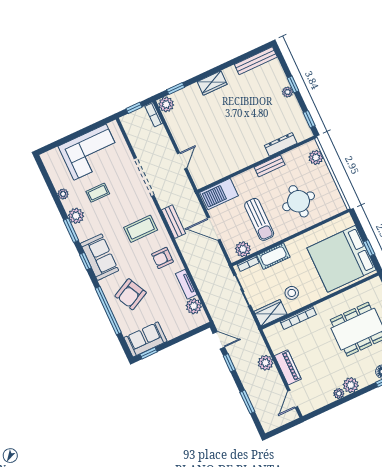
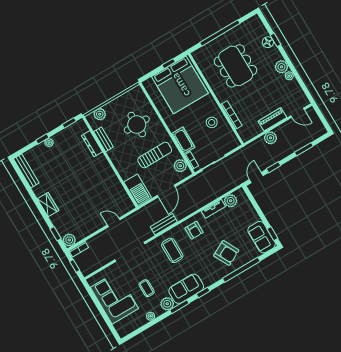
bench: (270, 166) -> (104, 139), moved
sofa: (100, 257) -> (186, 289), moved
wardrobe: (270, 313) -> (230, 138), removed

